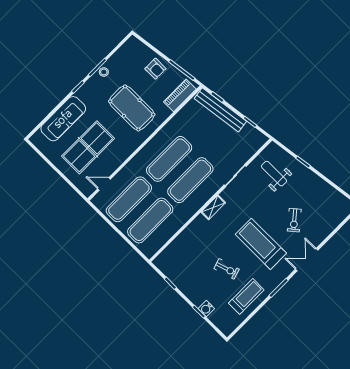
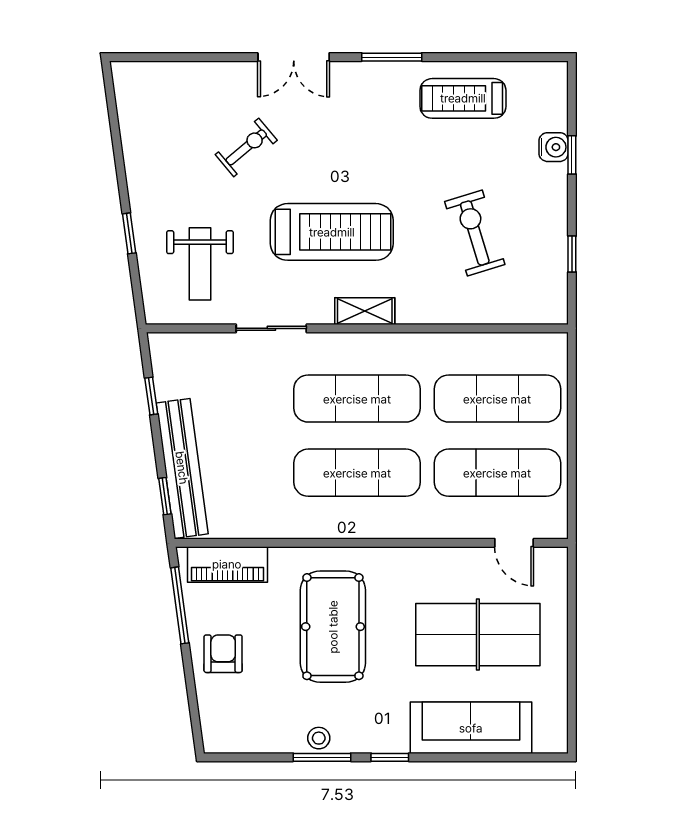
treadmill: (261, 244) -> (332, 232), moved, turned -90
exercise bike: (227, 269) -> (475, 233), moved, width x1.38, depth x1.39

